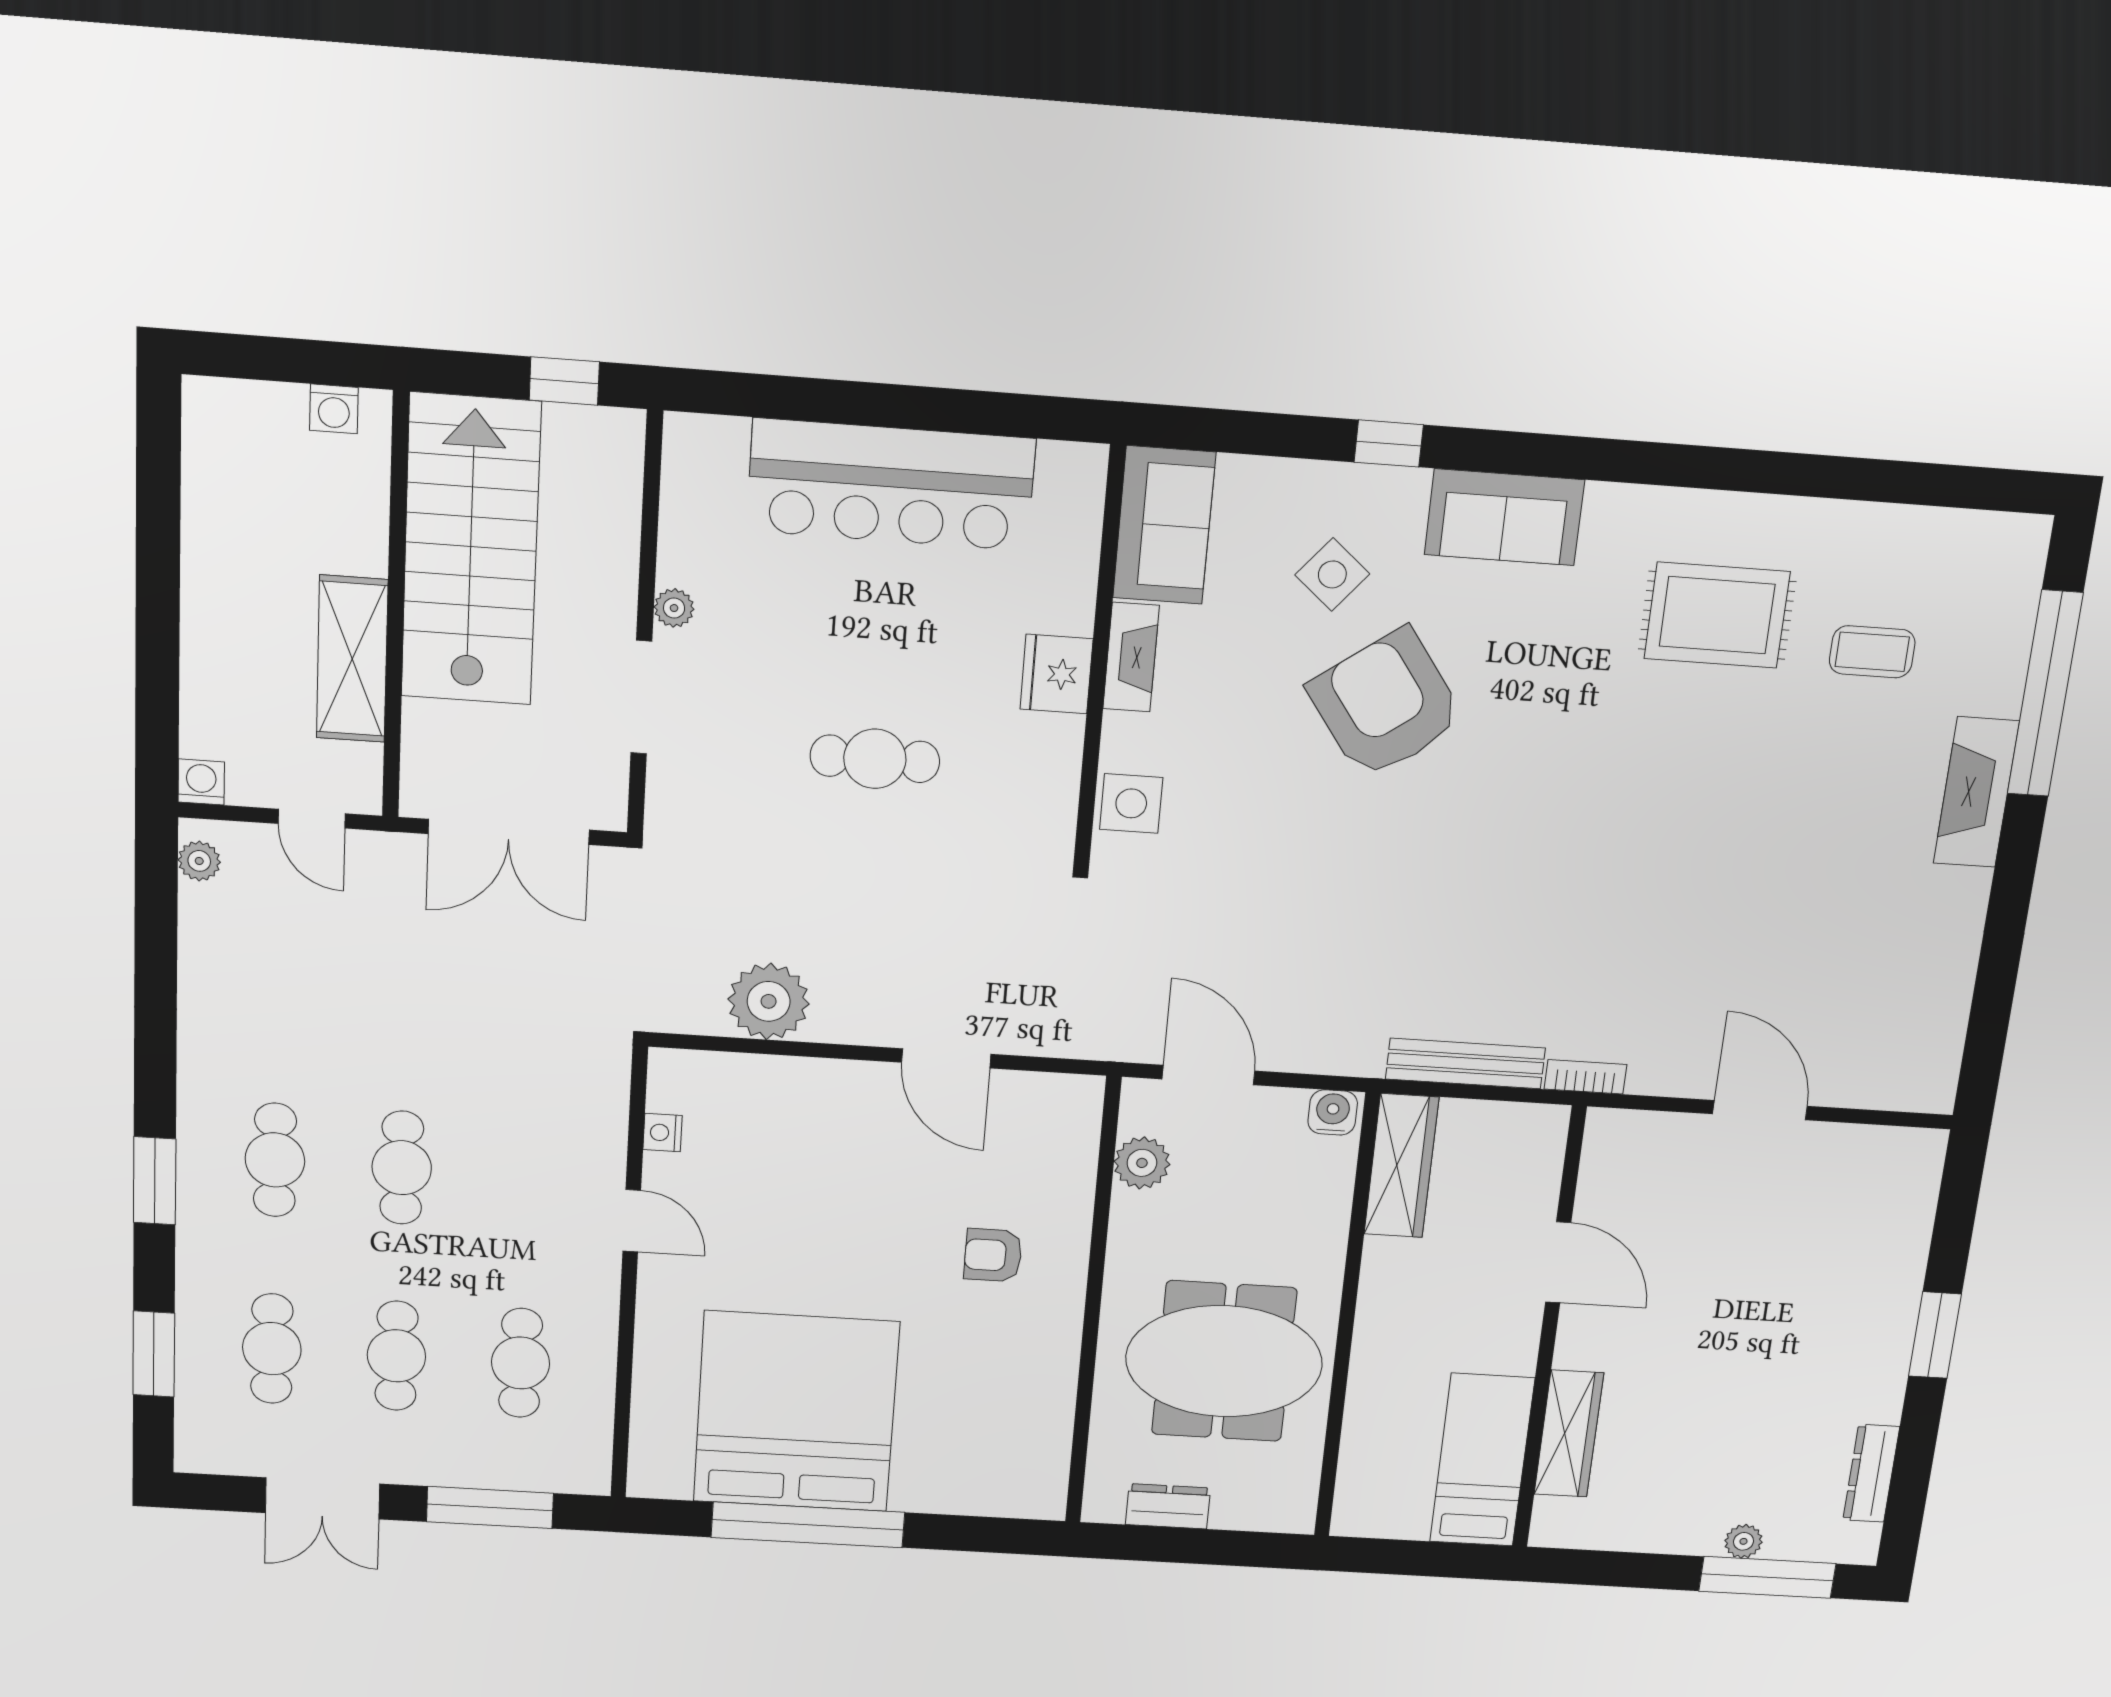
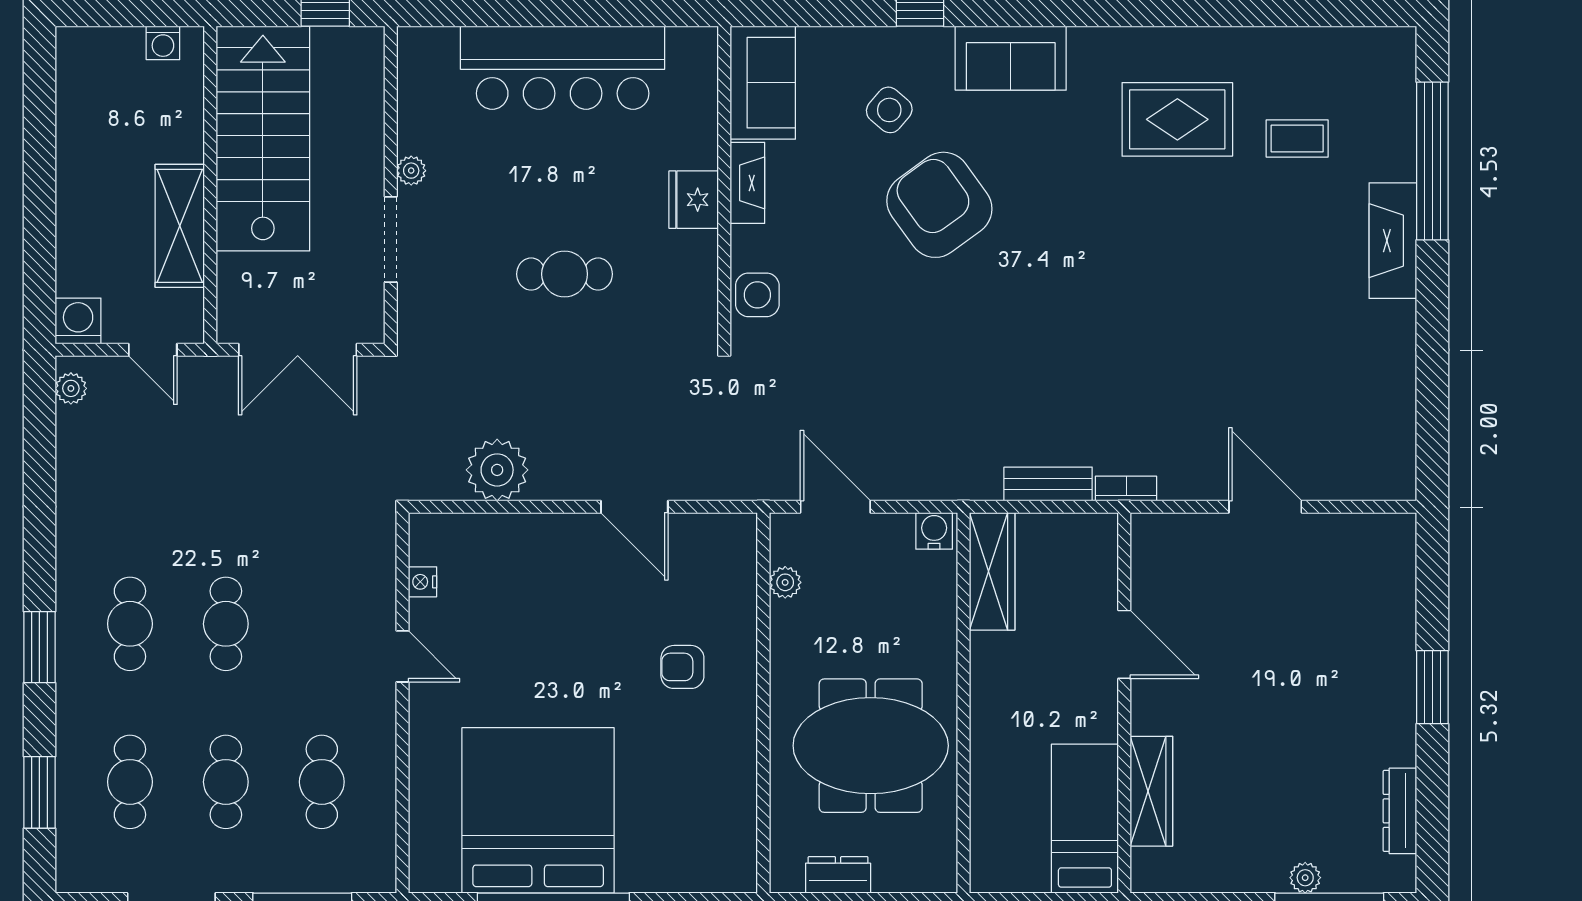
washing machine: (201, 782) -> (78, 321), width x1.38, depth x1.38
bench: (1465, 1064) -> (1048, 484), width x0.73
plant: (1142, 1163) -> (785, 582), width x0.73, depth x0.73

